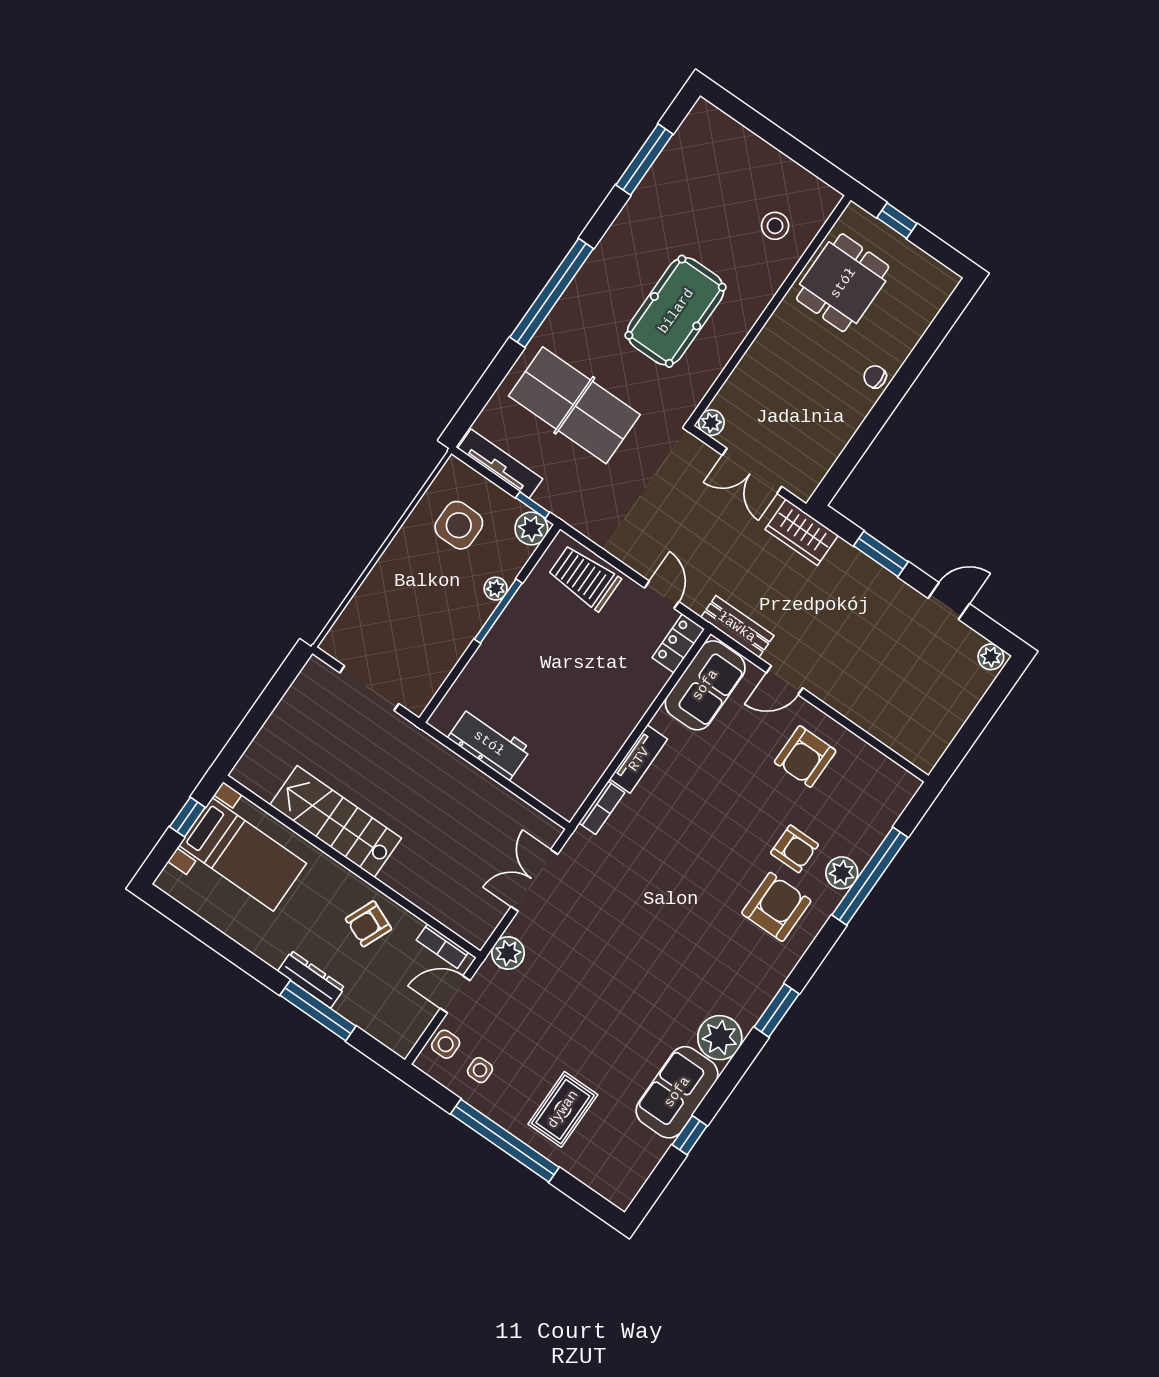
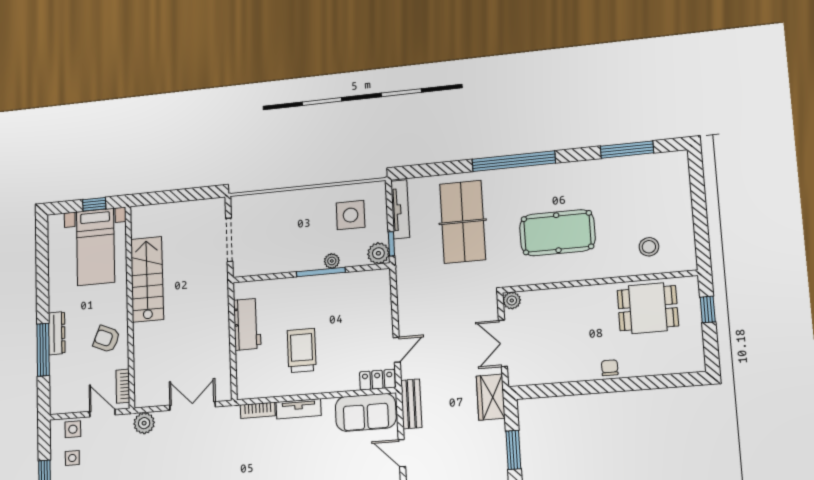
trolley: (584, 578) -> (302, 350), moved

